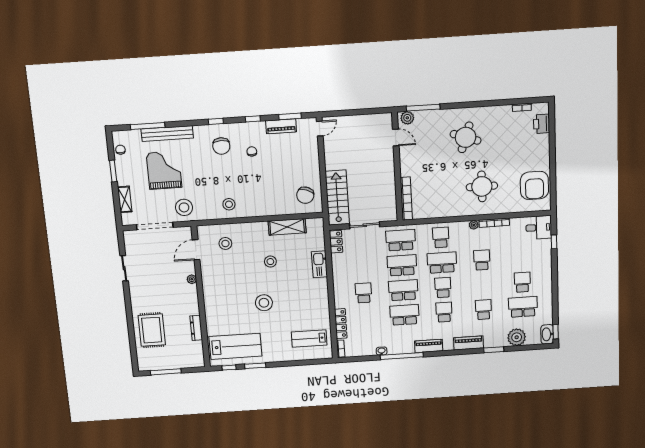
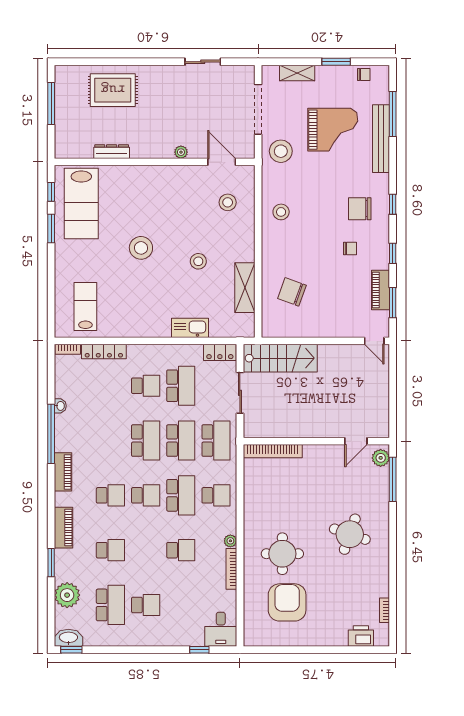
armchair: (534, 185) -> (287, 602), moved, turned 90
chair: (305, 195) -> (292, 292), moved
school desk: (405, 315) -> (181, 386), moved

